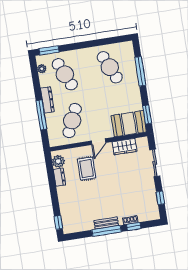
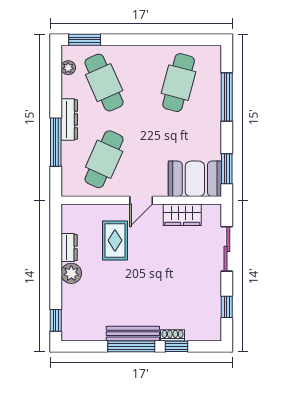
cafe table: (110, 67) -> (179, 83), turned 39
plant: (58, 161) -> (71, 273), moved
bench: (106, 223) -> (133, 334), width x1.36

